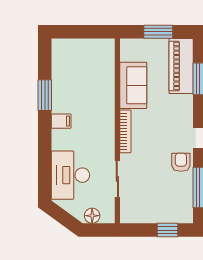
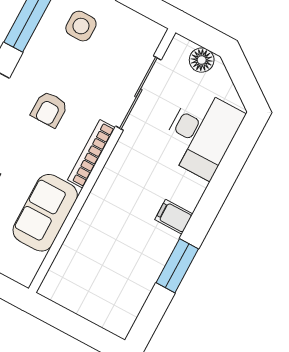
armchair: (181, 162) -> (49, 109), moved
sliding door: (117, 179) -> (138, 93), width x1.37
side table: (169, 199) -> (81, 26), added

